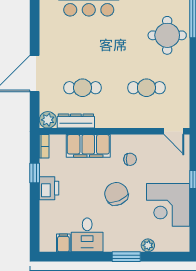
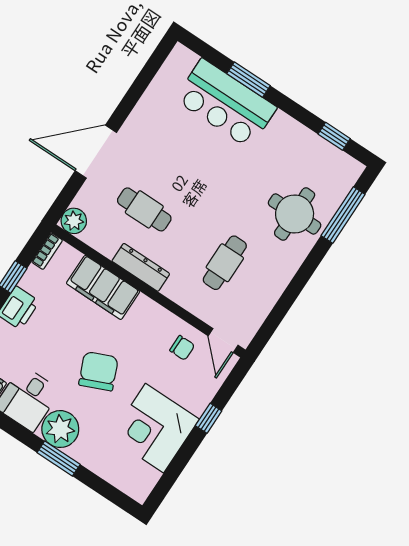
cafe table: (146, 88) -> (225, 263), turned 90
dresser: (76, 121) -> (141, 267), moved
chair: (130, 159) -> (182, 348), moved
plant: (148, 245) -> (60, 429), moved, width x1.87, depth x1.87

